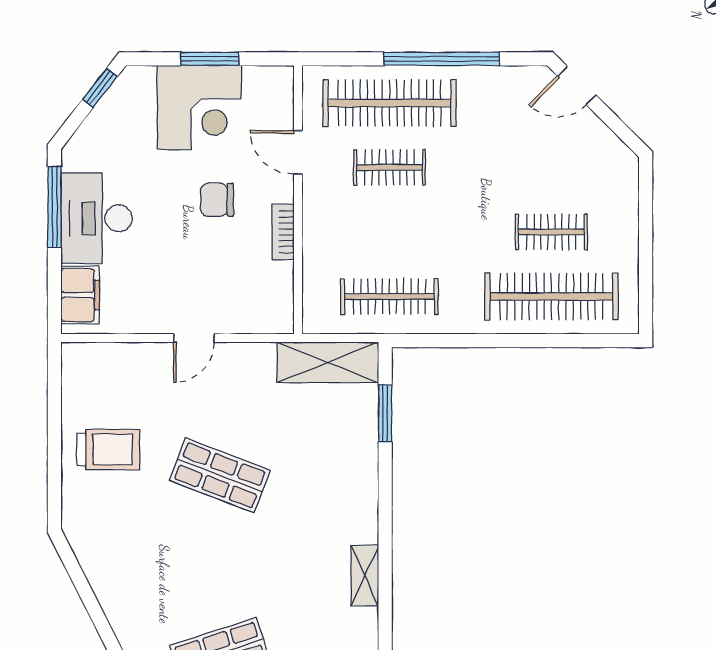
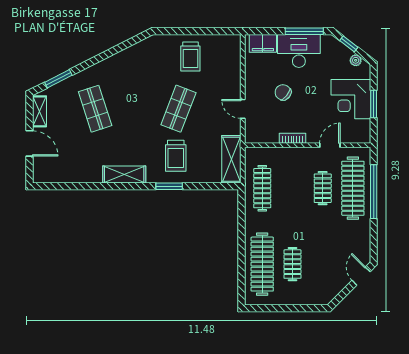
window: (442, 59) -> (374, 192), moved
window: (100, 88) -> (349, 44), moved
plant: (117, 97) -> (356, 60), added
chair: (217, 200) -> (283, 92), moved, turned -52
door: (194, 338) -> (243, 109), moved
window: (385, 413) -> (169, 186), moved
trolley: (320, 481) -> (176, 156), added
shelving: (365, 576) -> (124, 175), width x1.50, depth x1.33

